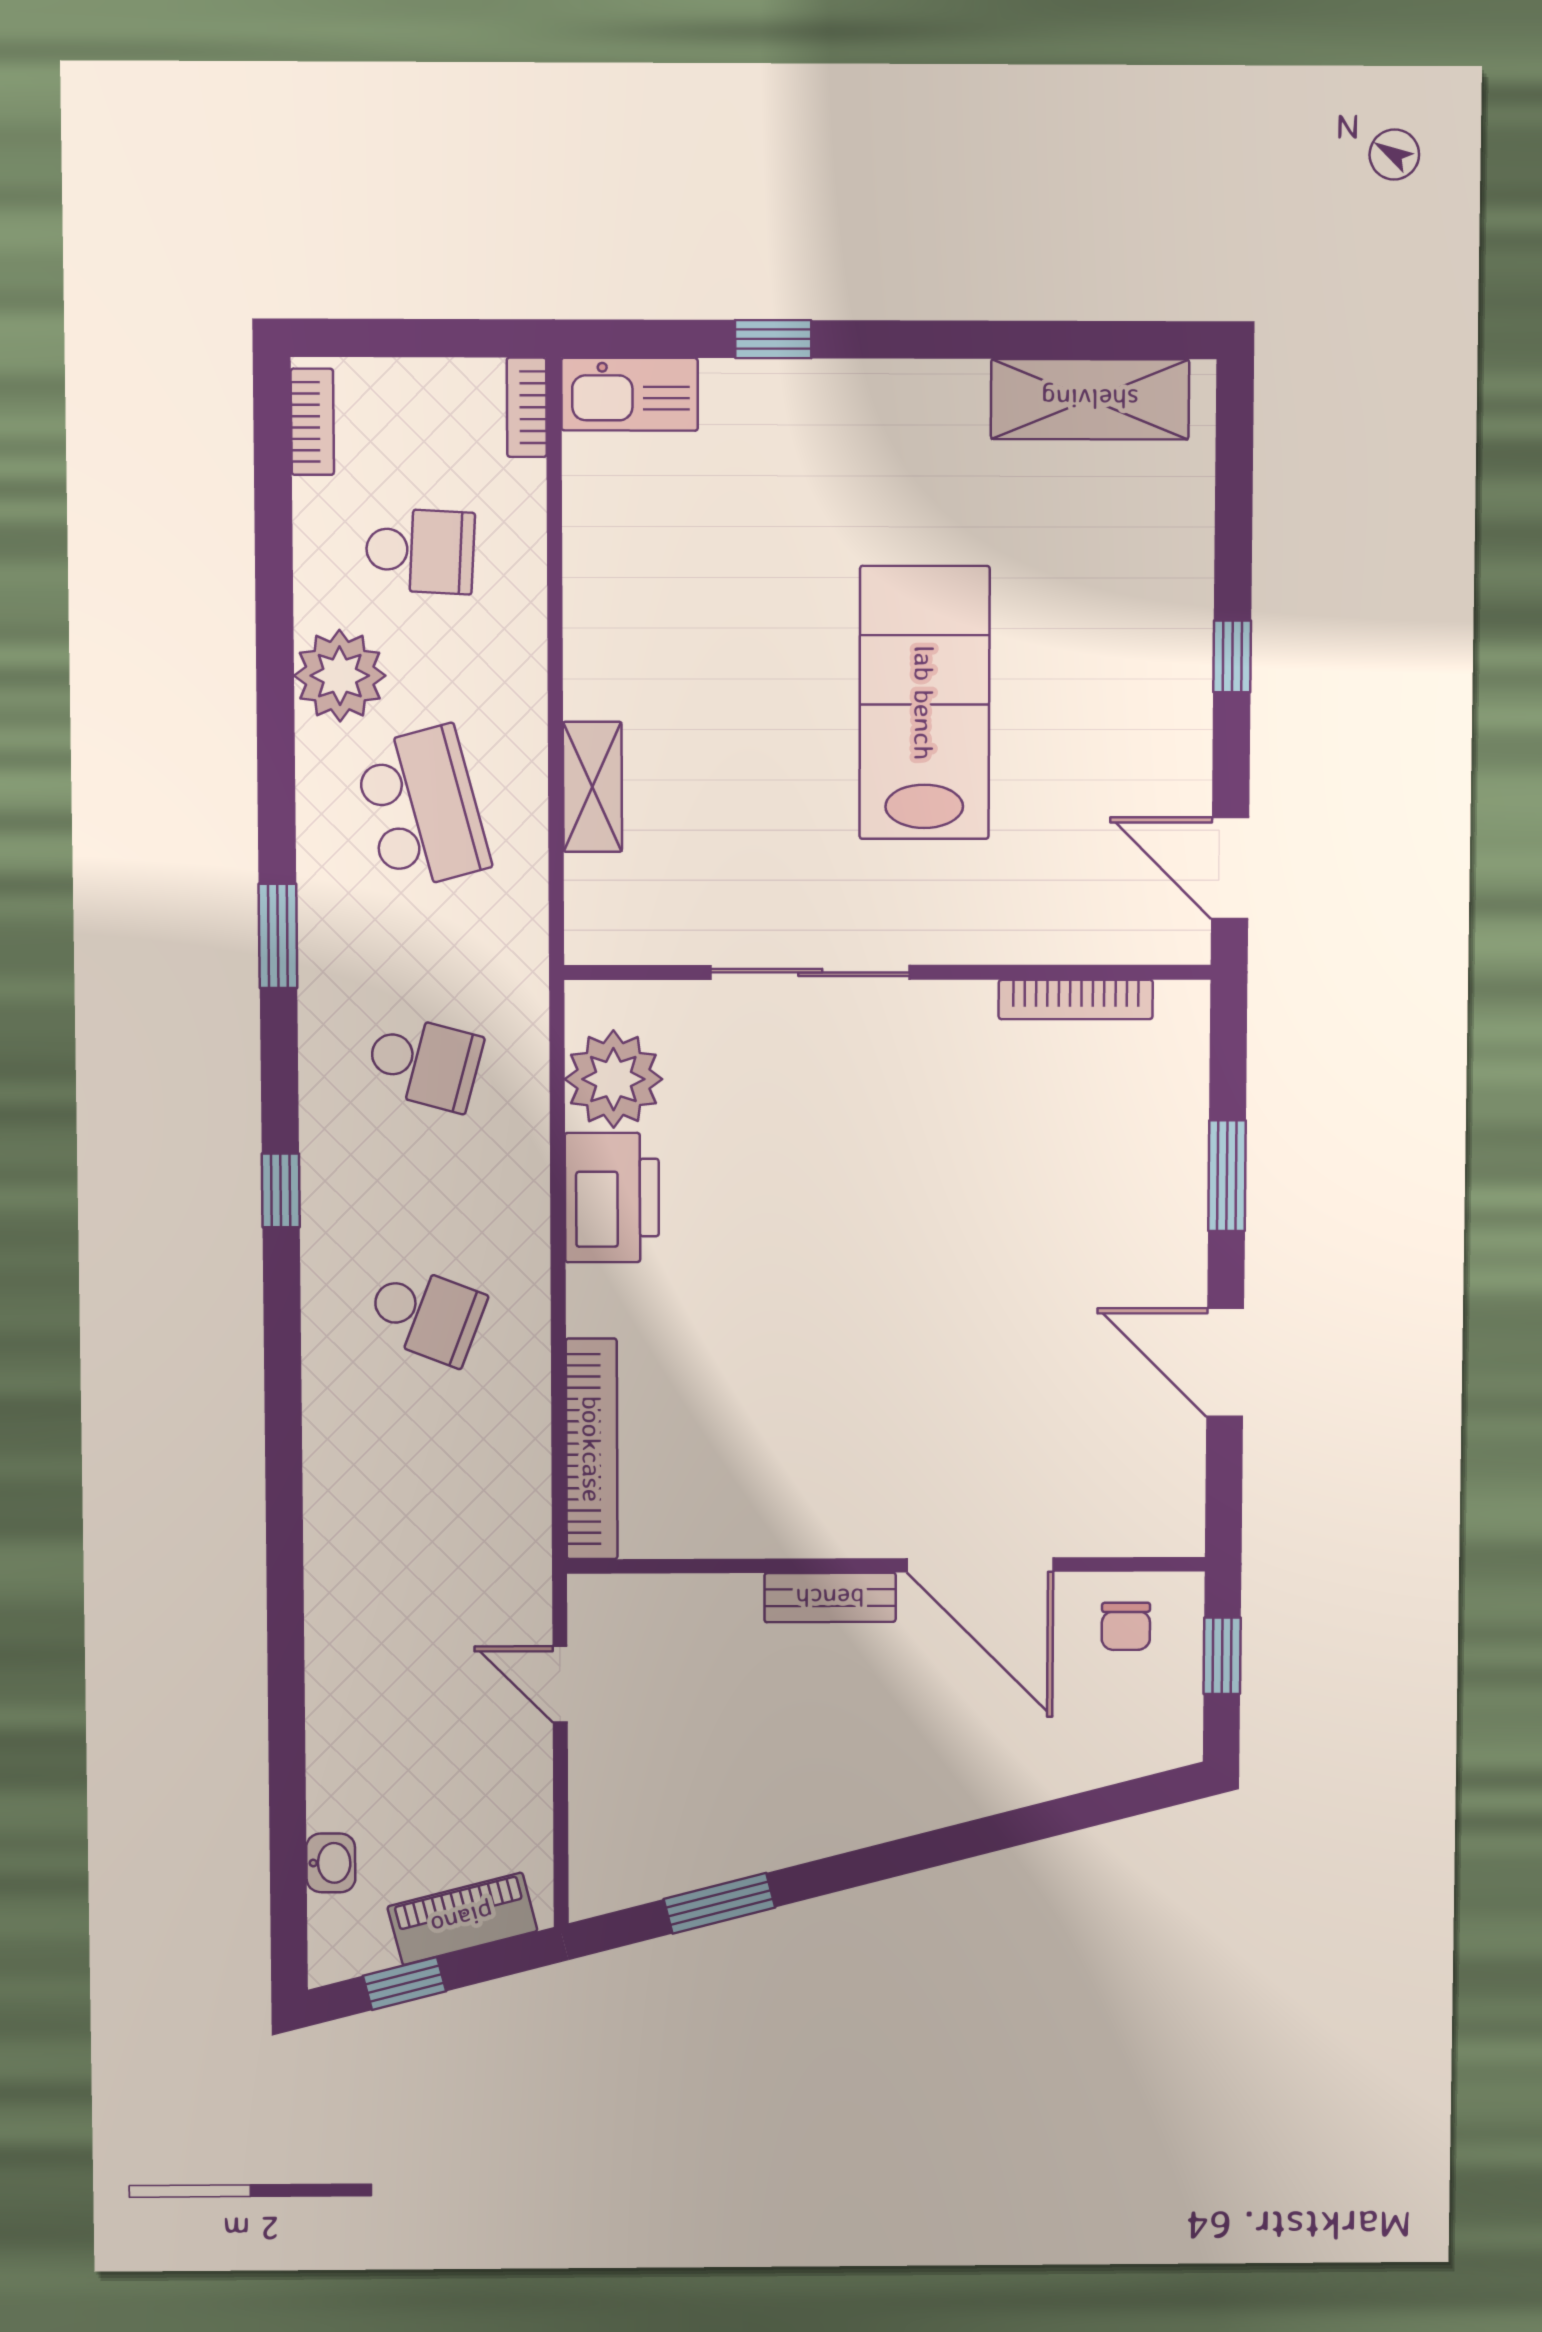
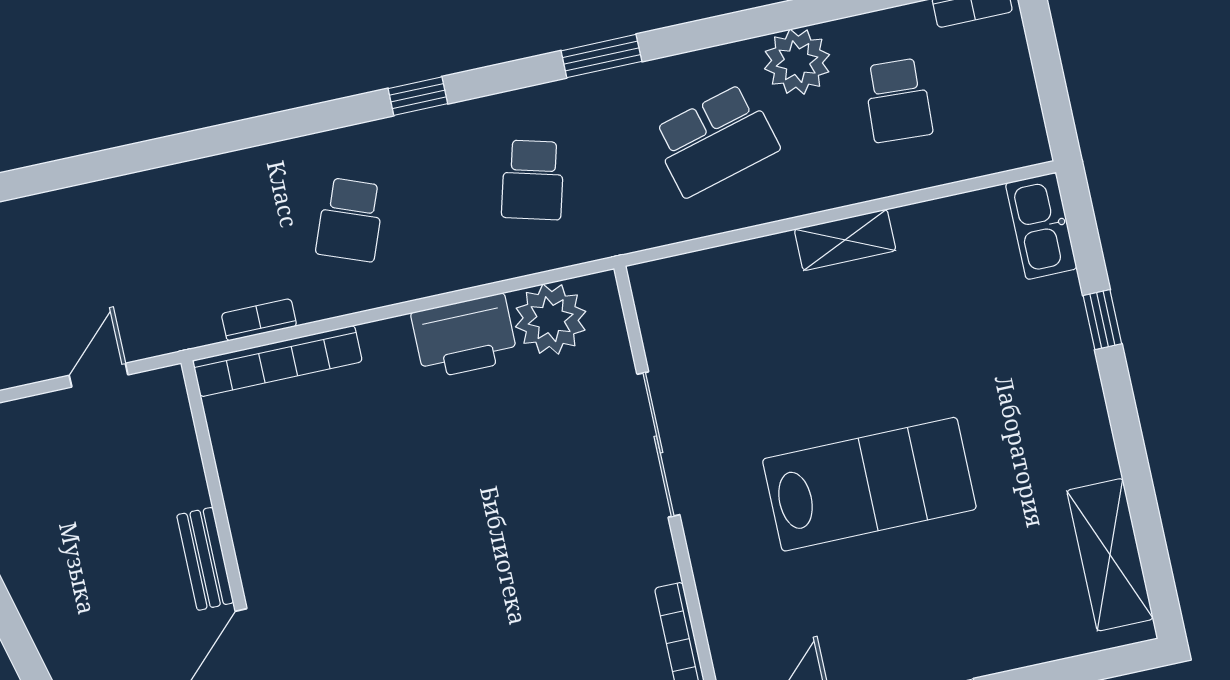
bookcase: (527, 407) -> (259, 320), moved
shelving: (592, 787) -> (845, 240), moved

